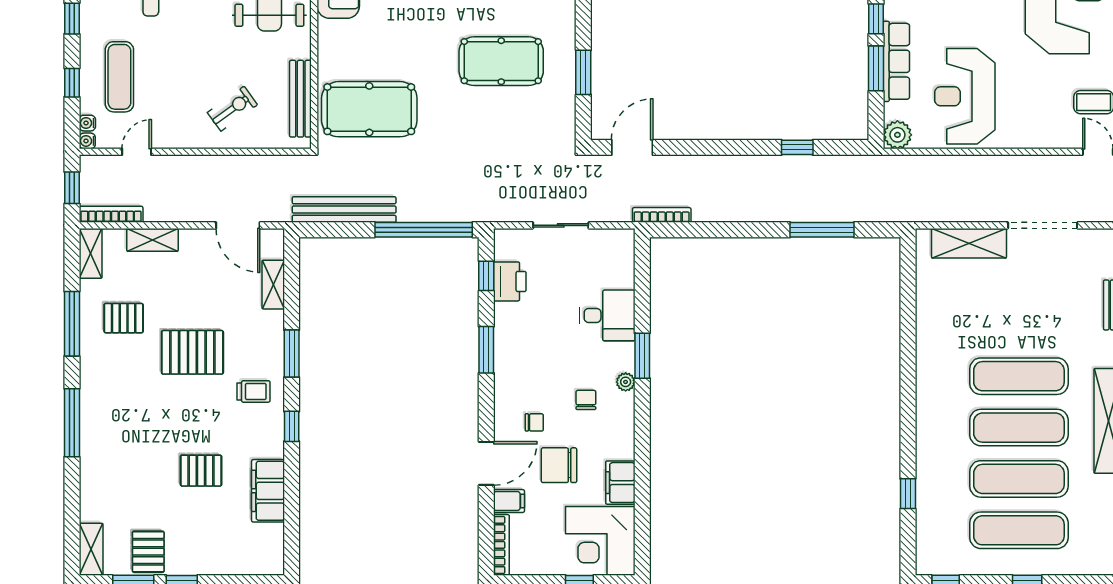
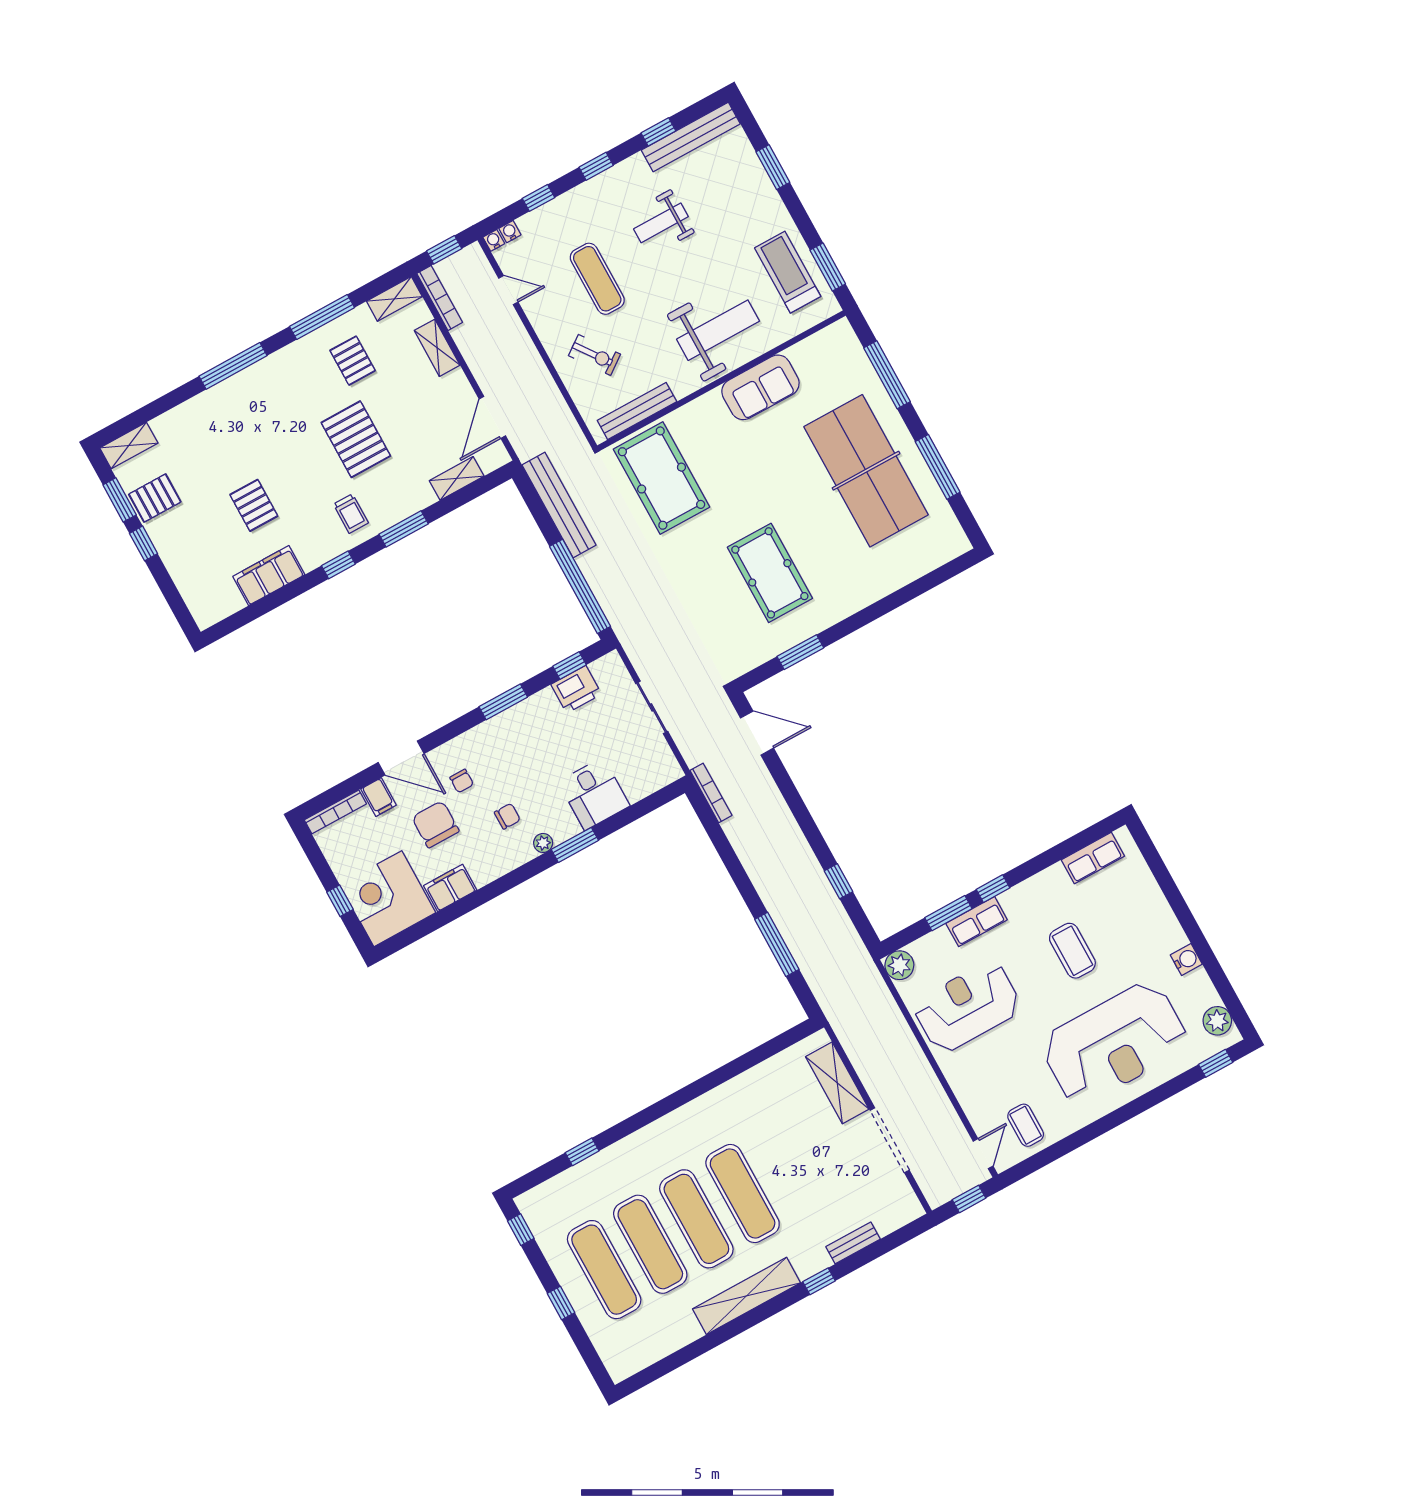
row of seats: (896, 61) -> (977, 922), width x0.68
exercise mat: (119, 77) -> (597, 279), moved, turned 90

